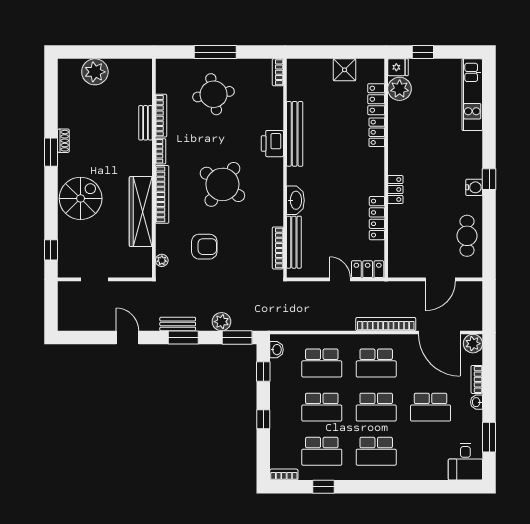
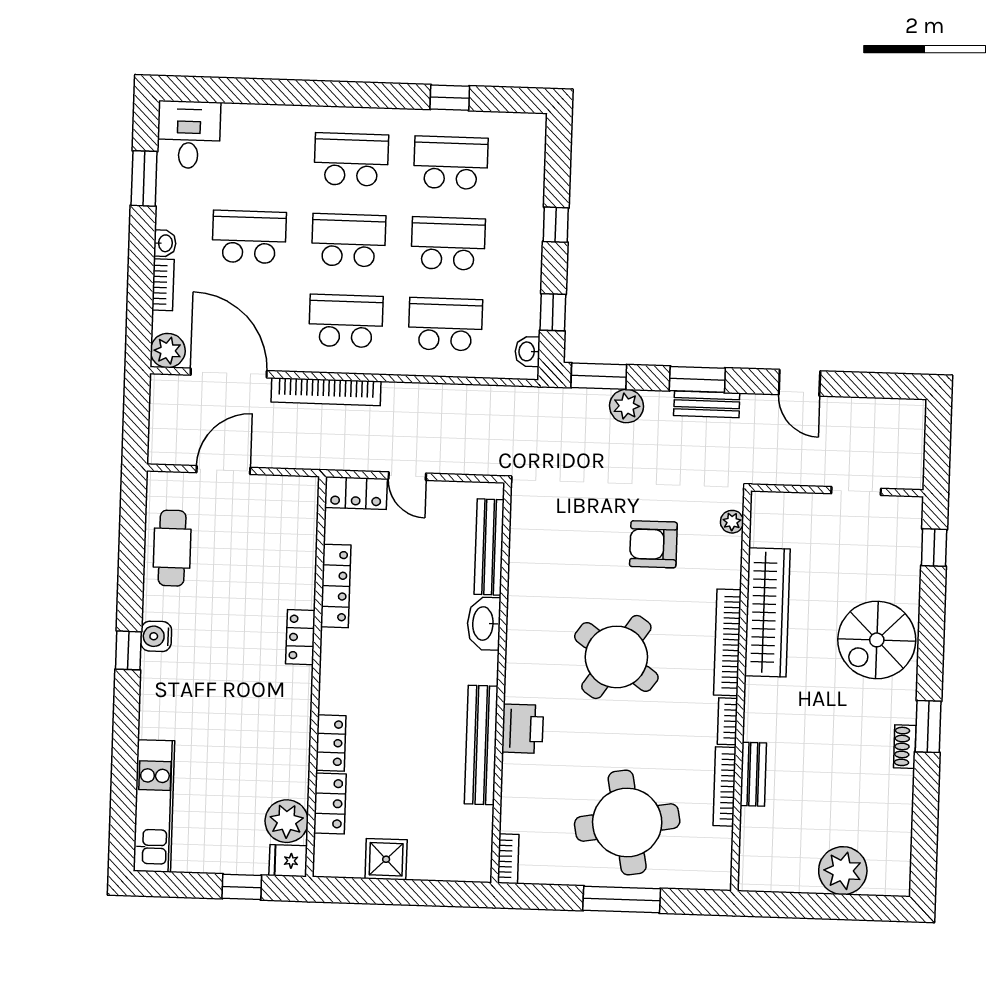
round table: (214, 94) -> (627, 823), width x1.36, depth x1.36
bookcase: (278, 248) -> (519, 537), removed
bookcase: (284, 475) -> (522, 122), removed

